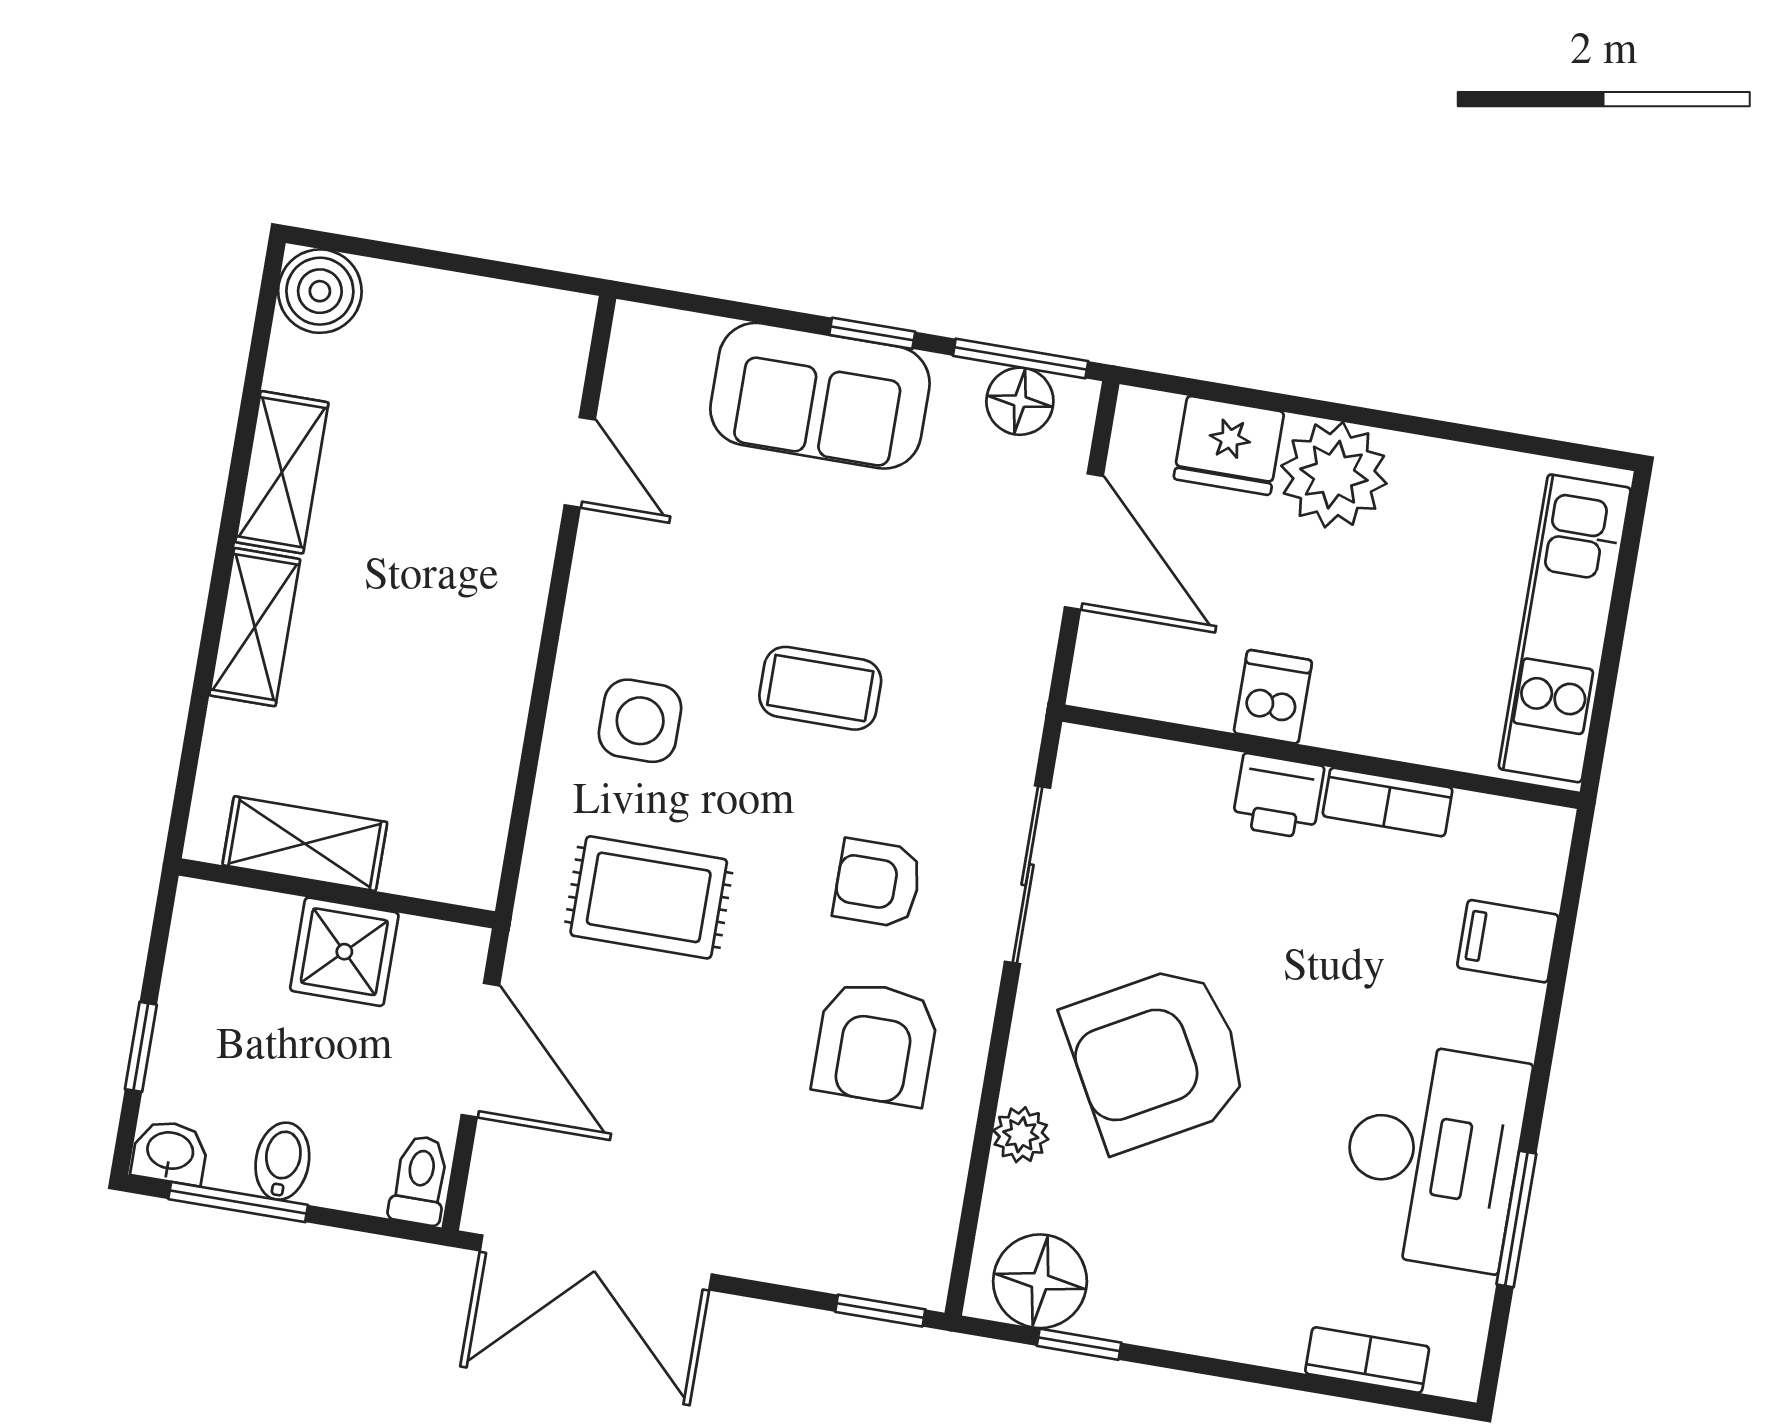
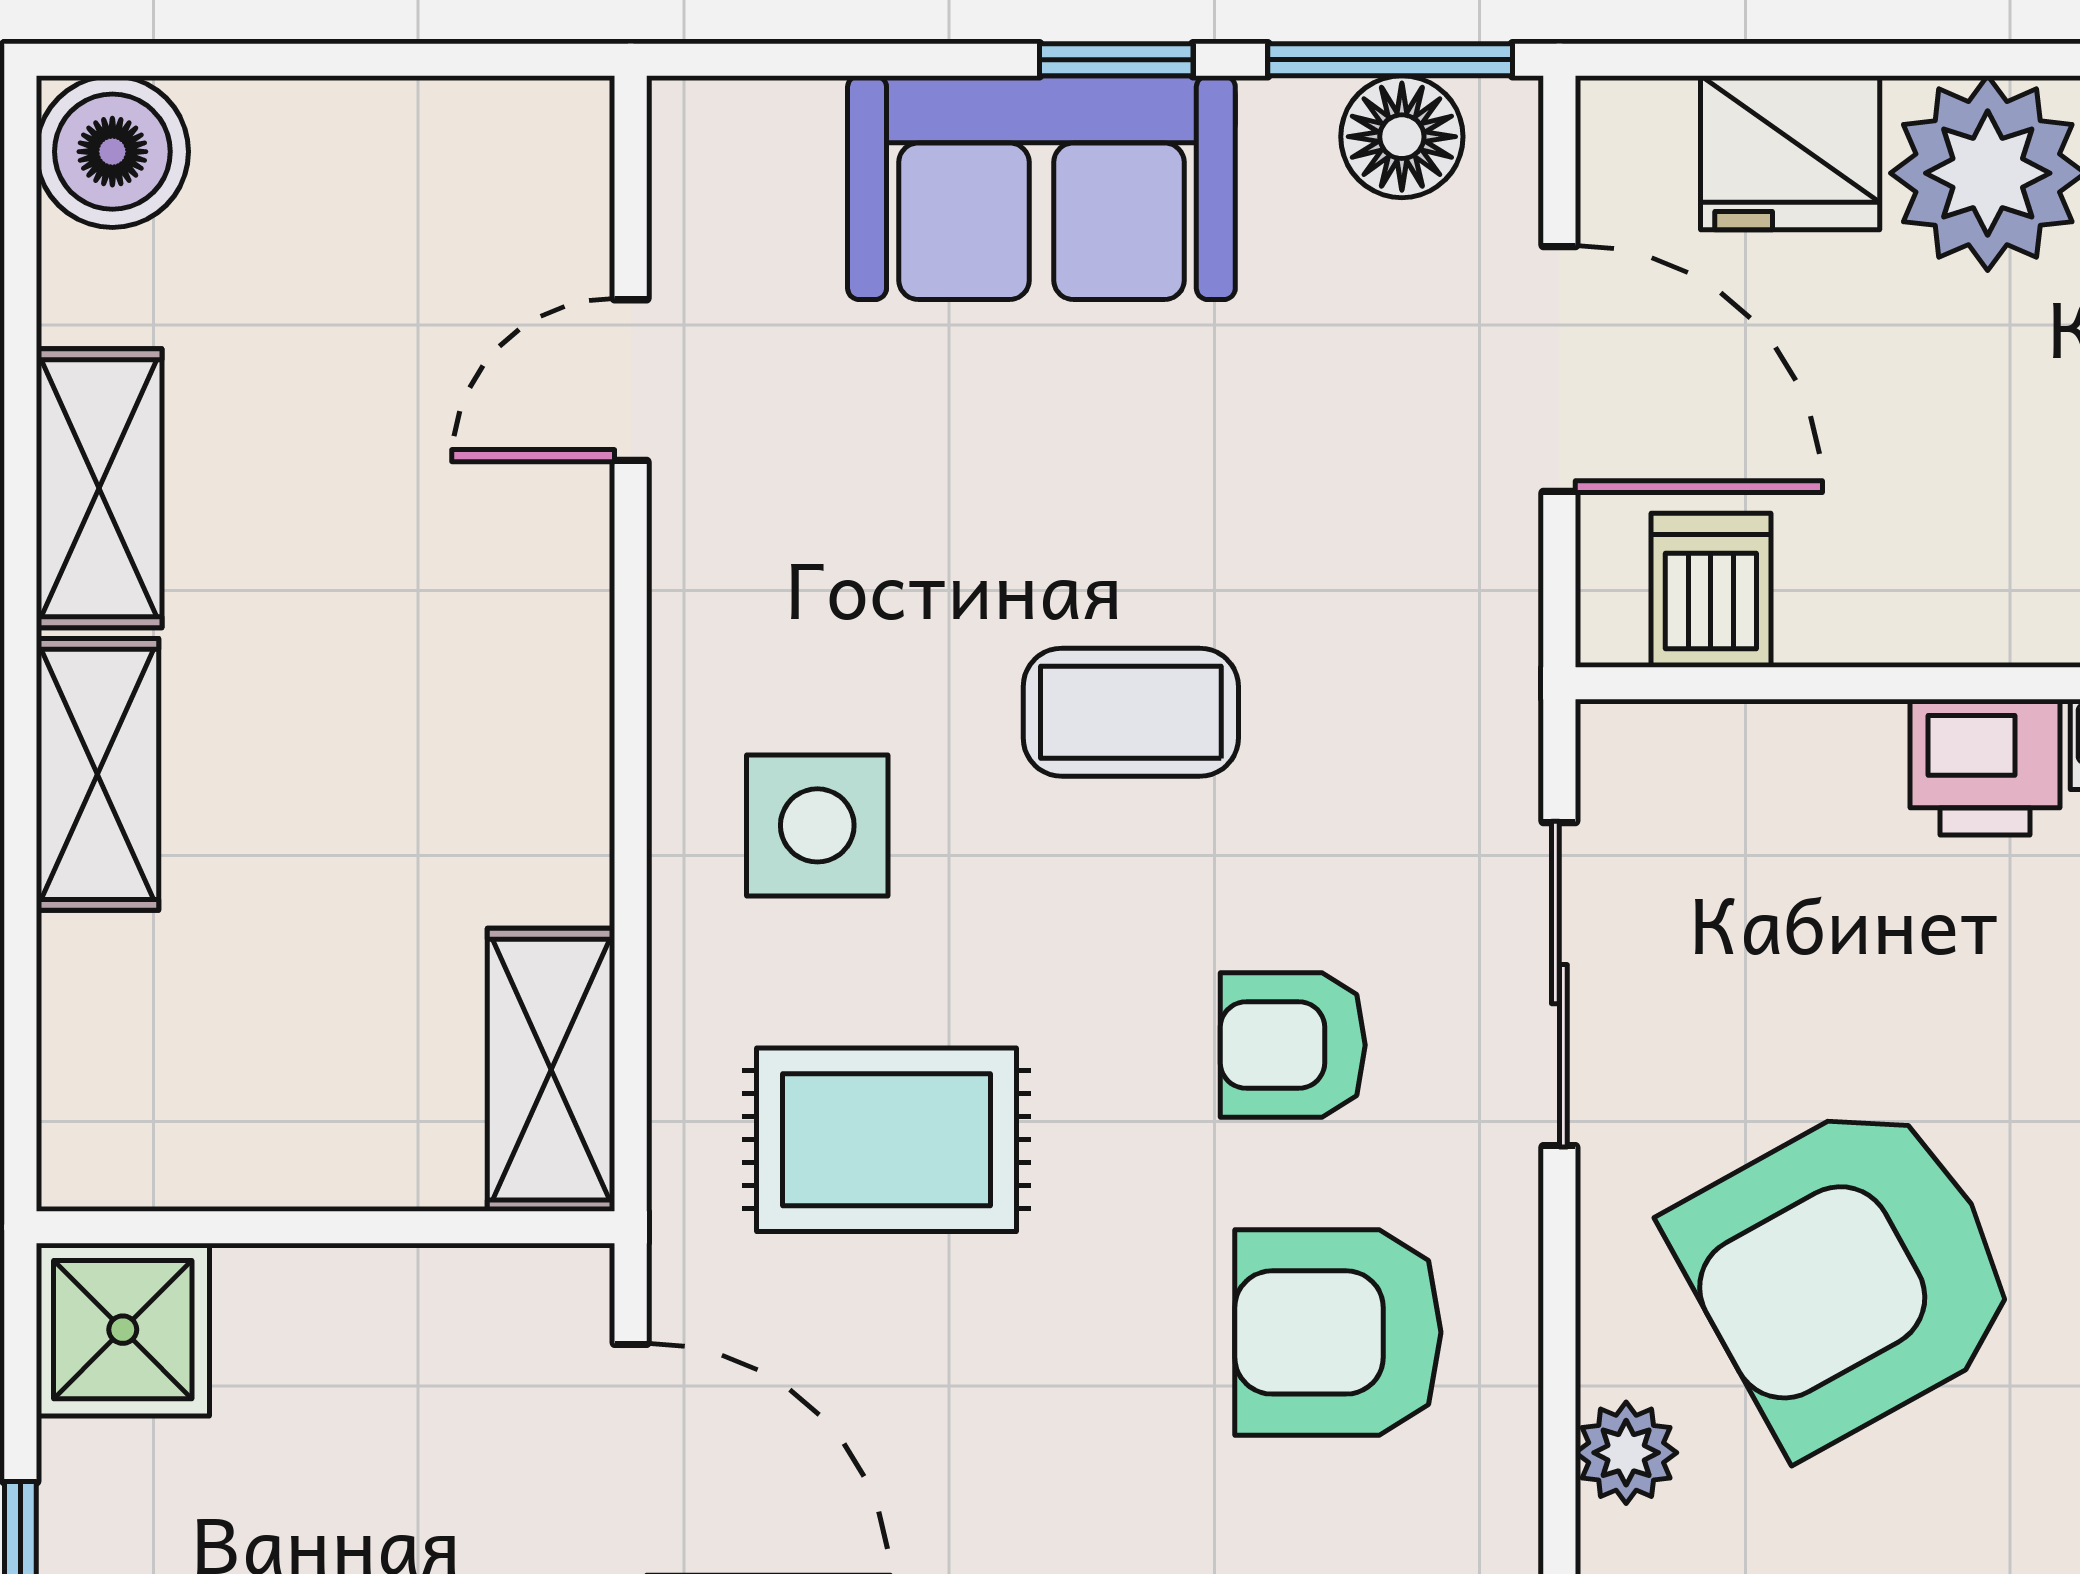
door: (580, 462) -> (631, 380), swing flipped
dishwasher: (1273, 697) -> (1711, 590), moved
shelving: (305, 844) -> (551, 1070), moved, turned 90
shower: (344, 952) -> (123, 1330), moved
armchair: (876, 1043) -> (1338, 1332), turned 90

